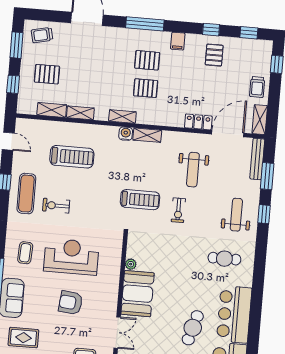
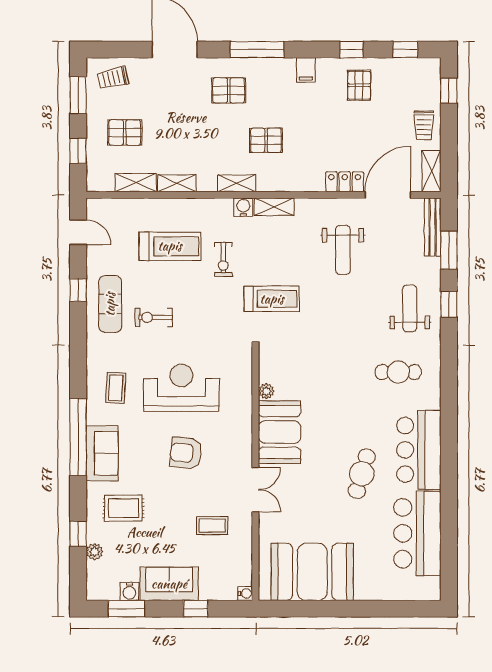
pallet: (147, 60) -> (229, 90), moved
exercise bike: (178, 210) -> (223, 259), moved

